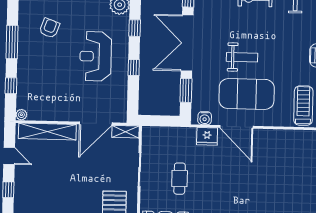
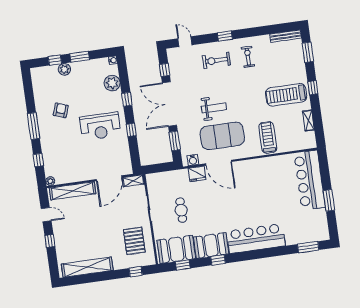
reception desk: (96, 56) -> (100, 126), turned -90

